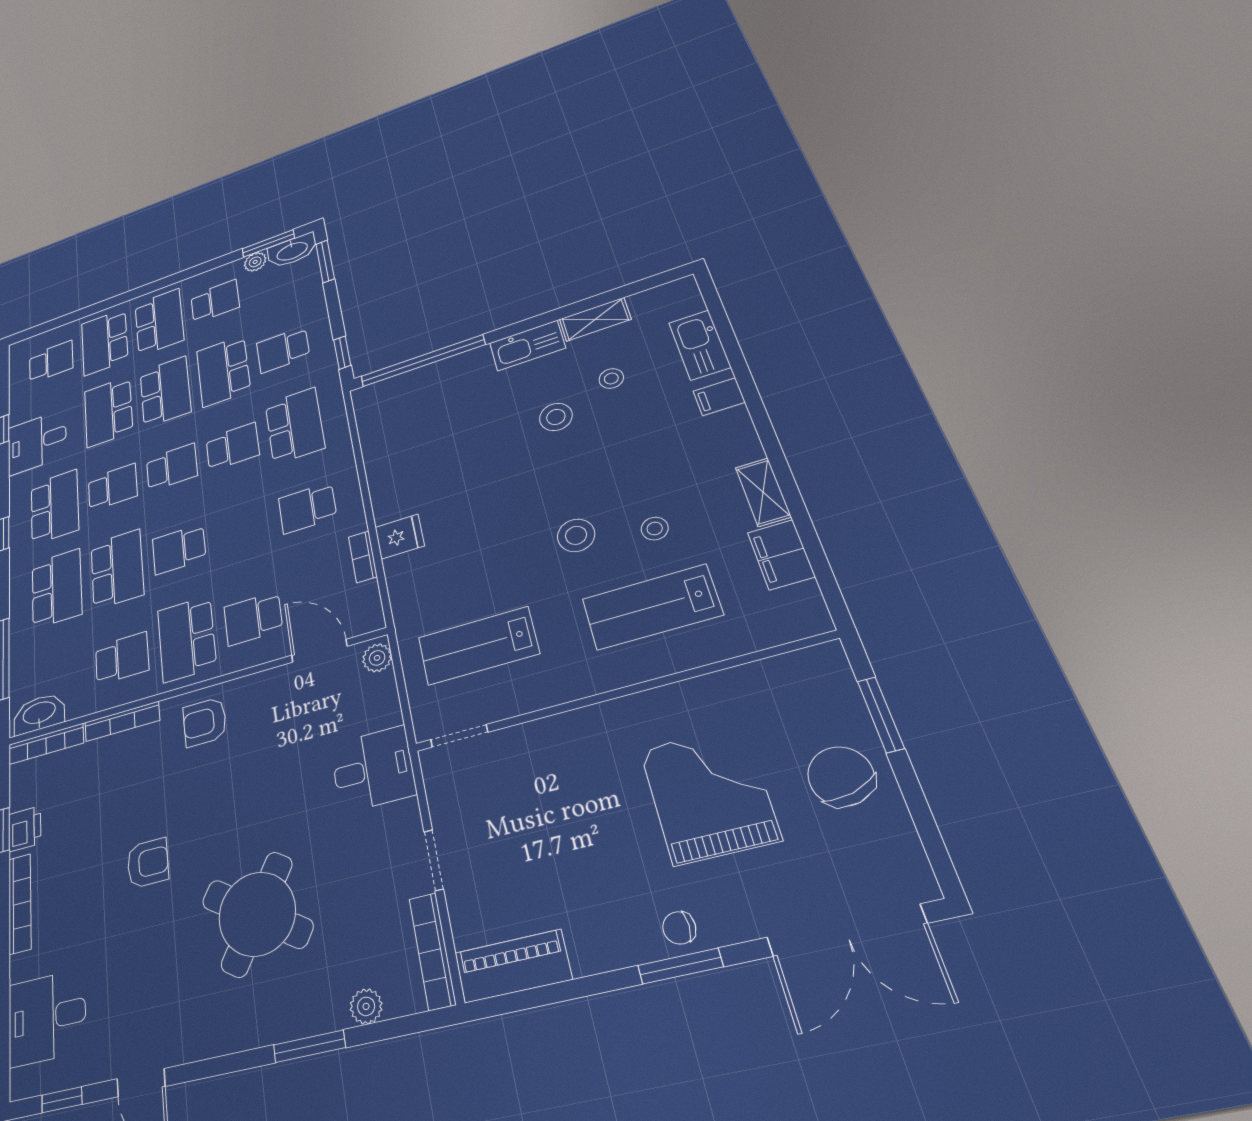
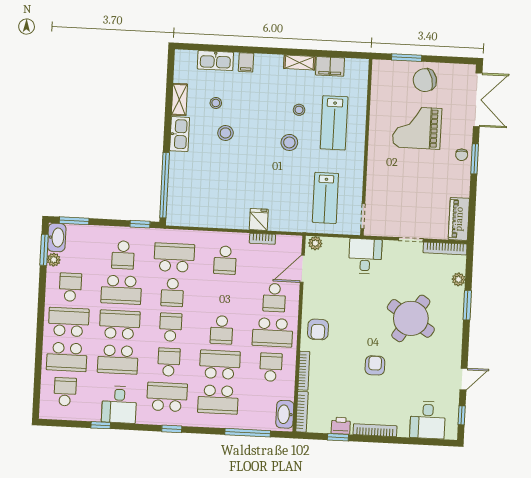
school desk: (232, 447) -> (172, 292), turned 180
school desk: (57, 588) -> (218, 400), turned 180

